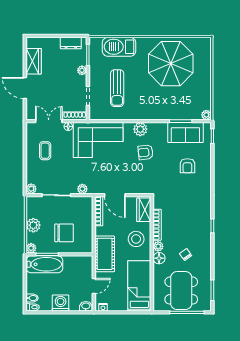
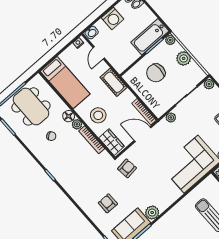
plant: (140, 129) -> (152, 213), moved
armchair: (146, 152) -> (127, 168), moved
cot: (105, 254) -> (114, 82), width x0.73, depth x0.75

